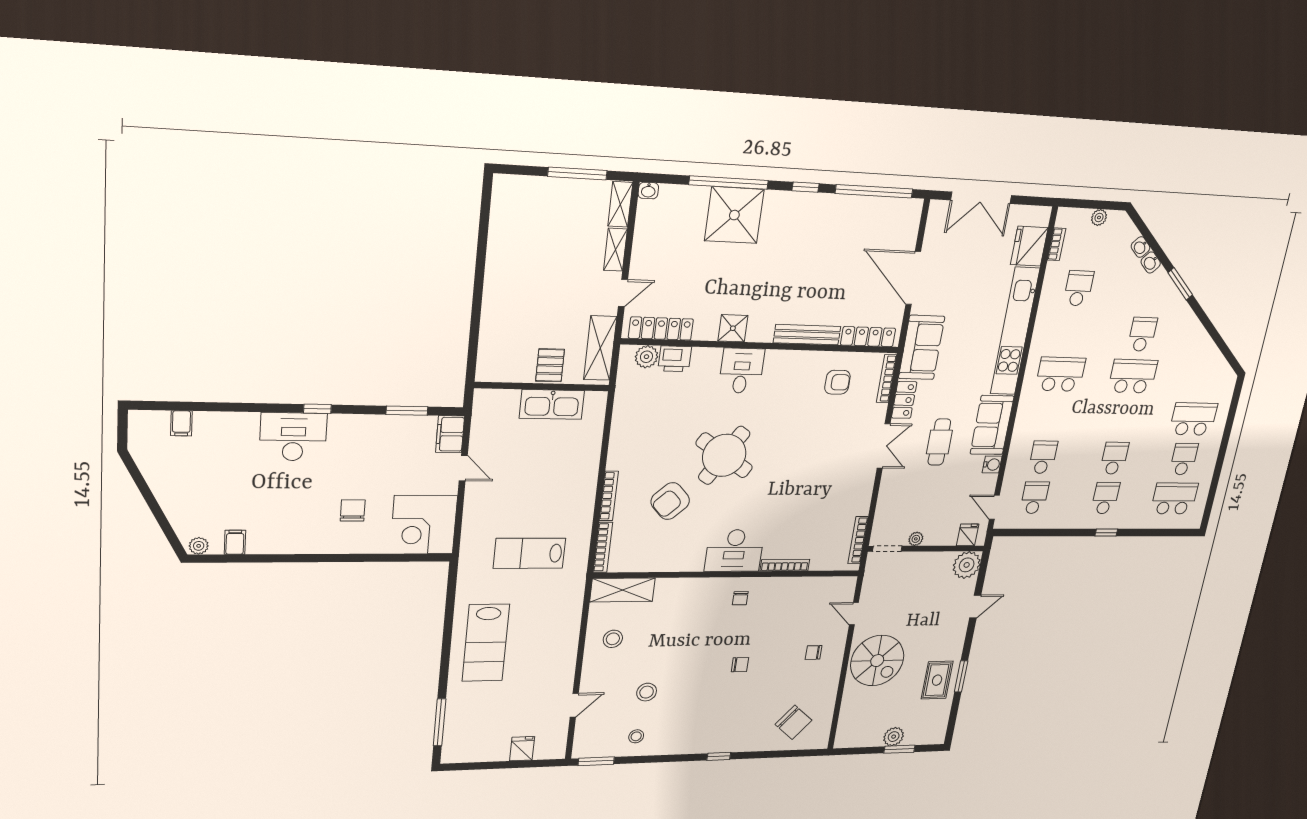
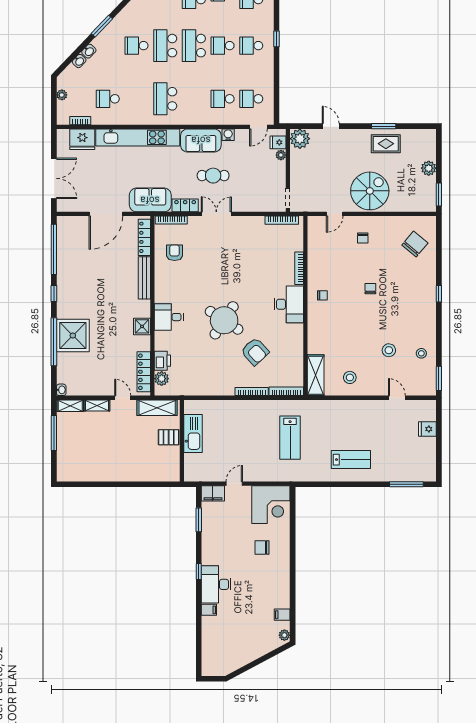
school desk: (1123, 418) -> (194, 46), added
filing cabinet: (181, 423) -> (209, 610), moved
plant: (916, 539) -> (281, 155), moved
lab bench: (486, 643) -> (351, 460), width x0.73, depth x0.72
window: (899, 749) -> (439, 195), moved

